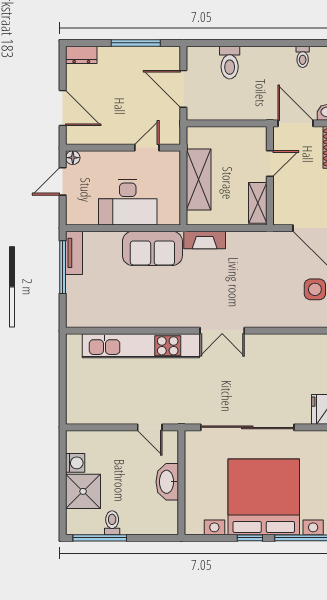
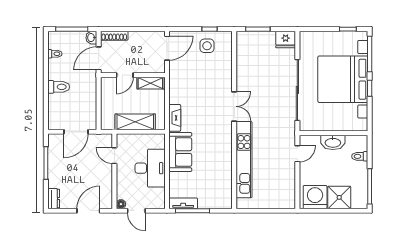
toilet: (230, 63) -> (59, 87), moved
door: (270, 164) -> (125, 75), swing flipped
washing machine: (75, 463) -> (315, 197), width x1.89, depth x1.89
toilet: (112, 523) -> (360, 156), moved

